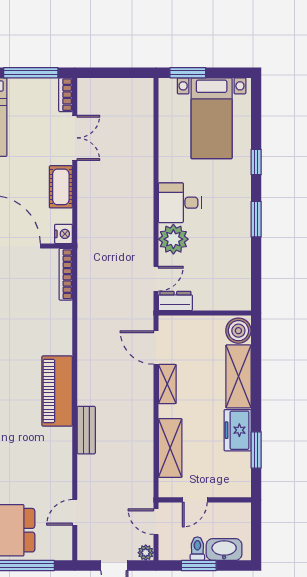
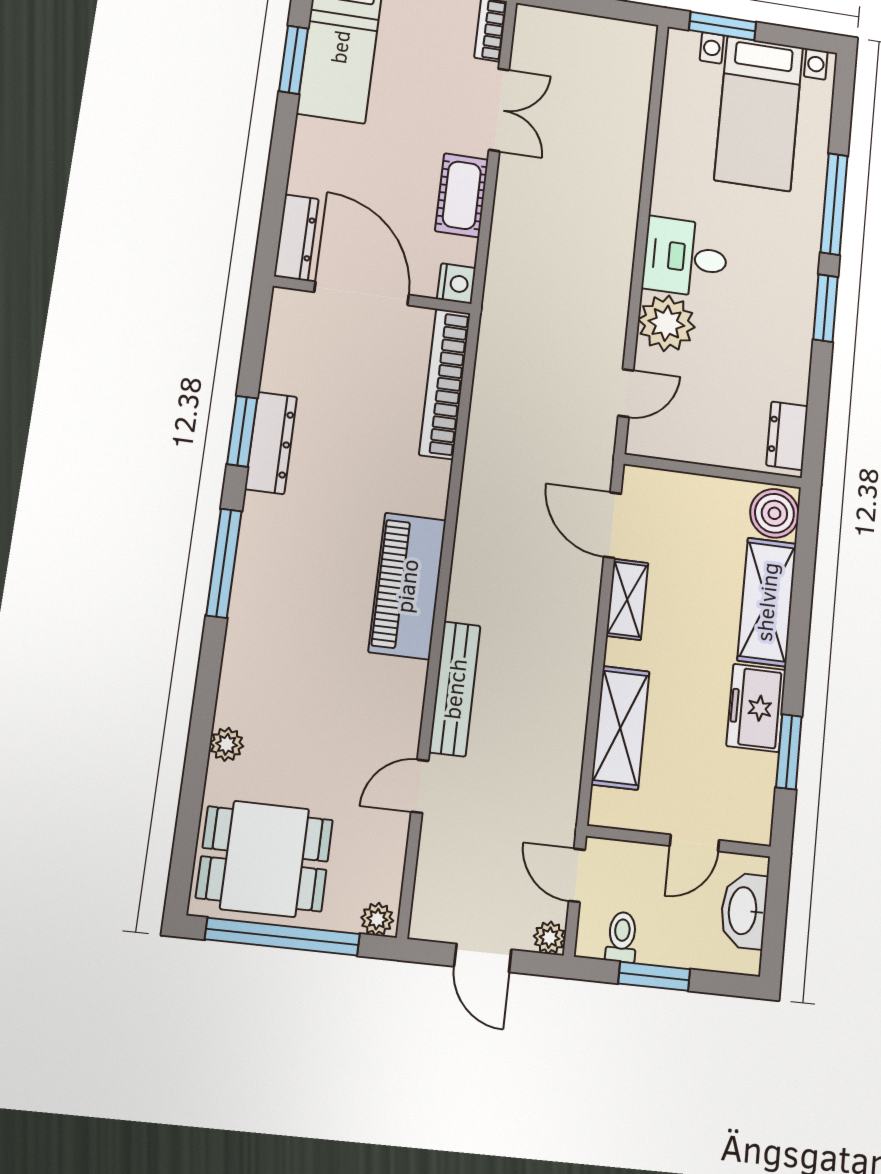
window: (256, 162) -> (834, 204), width x2.17
bookcase: (66, 274) -> (445, 384), width x1.48, depth x1.31
dresser: (175, 301) -> (787, 436), moved, turned -90
bench: (86, 430) -> (455, 689), width x1.36
door: (195, 500) -> (694, 843), moved
door: (75, 512) -> (420, 786), moved
toilet: (197, 549) -> (622, 937), moved
washbasin: (224, 549) -> (744, 911), moved, turned -90
plant: (62, 553) -> (377, 919), added

